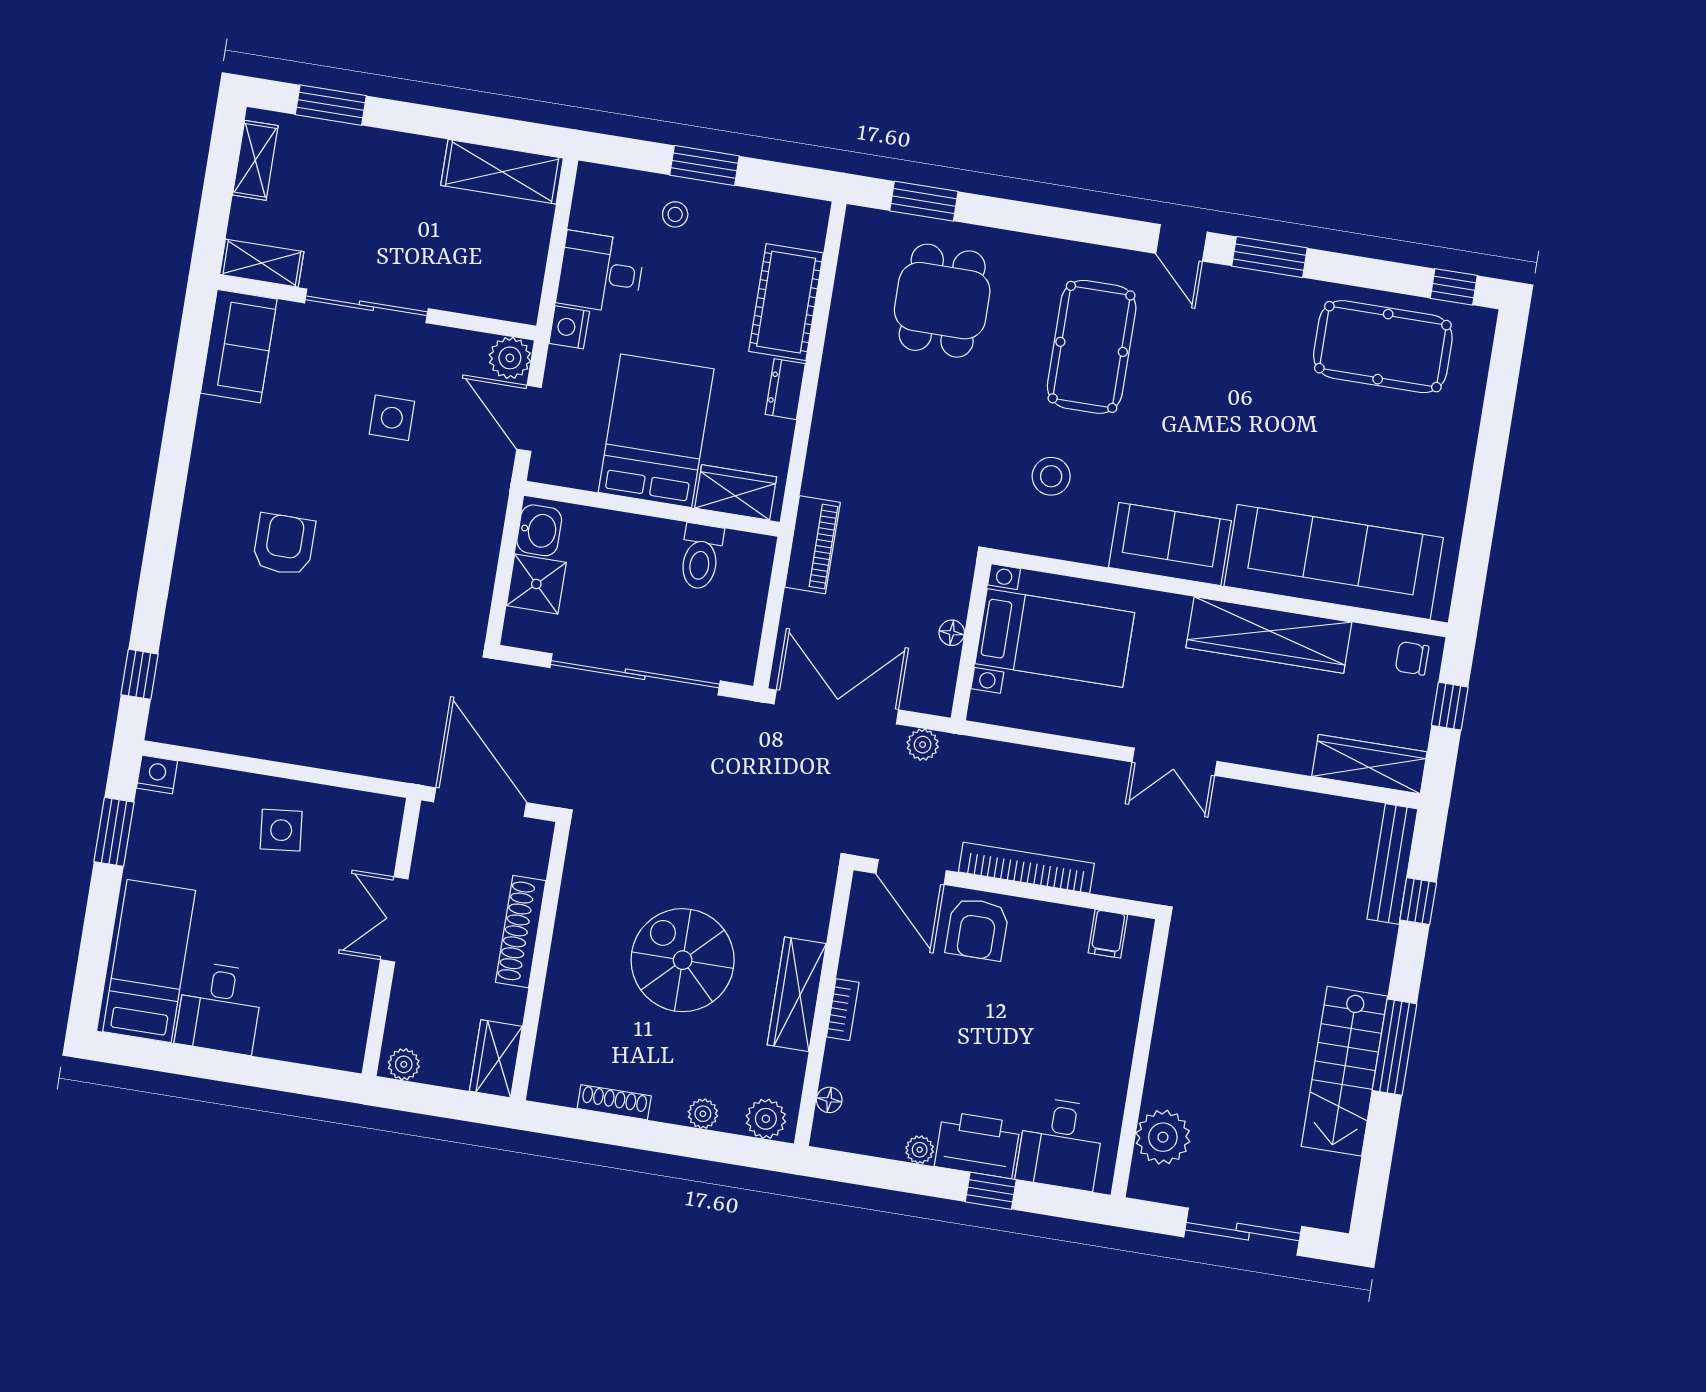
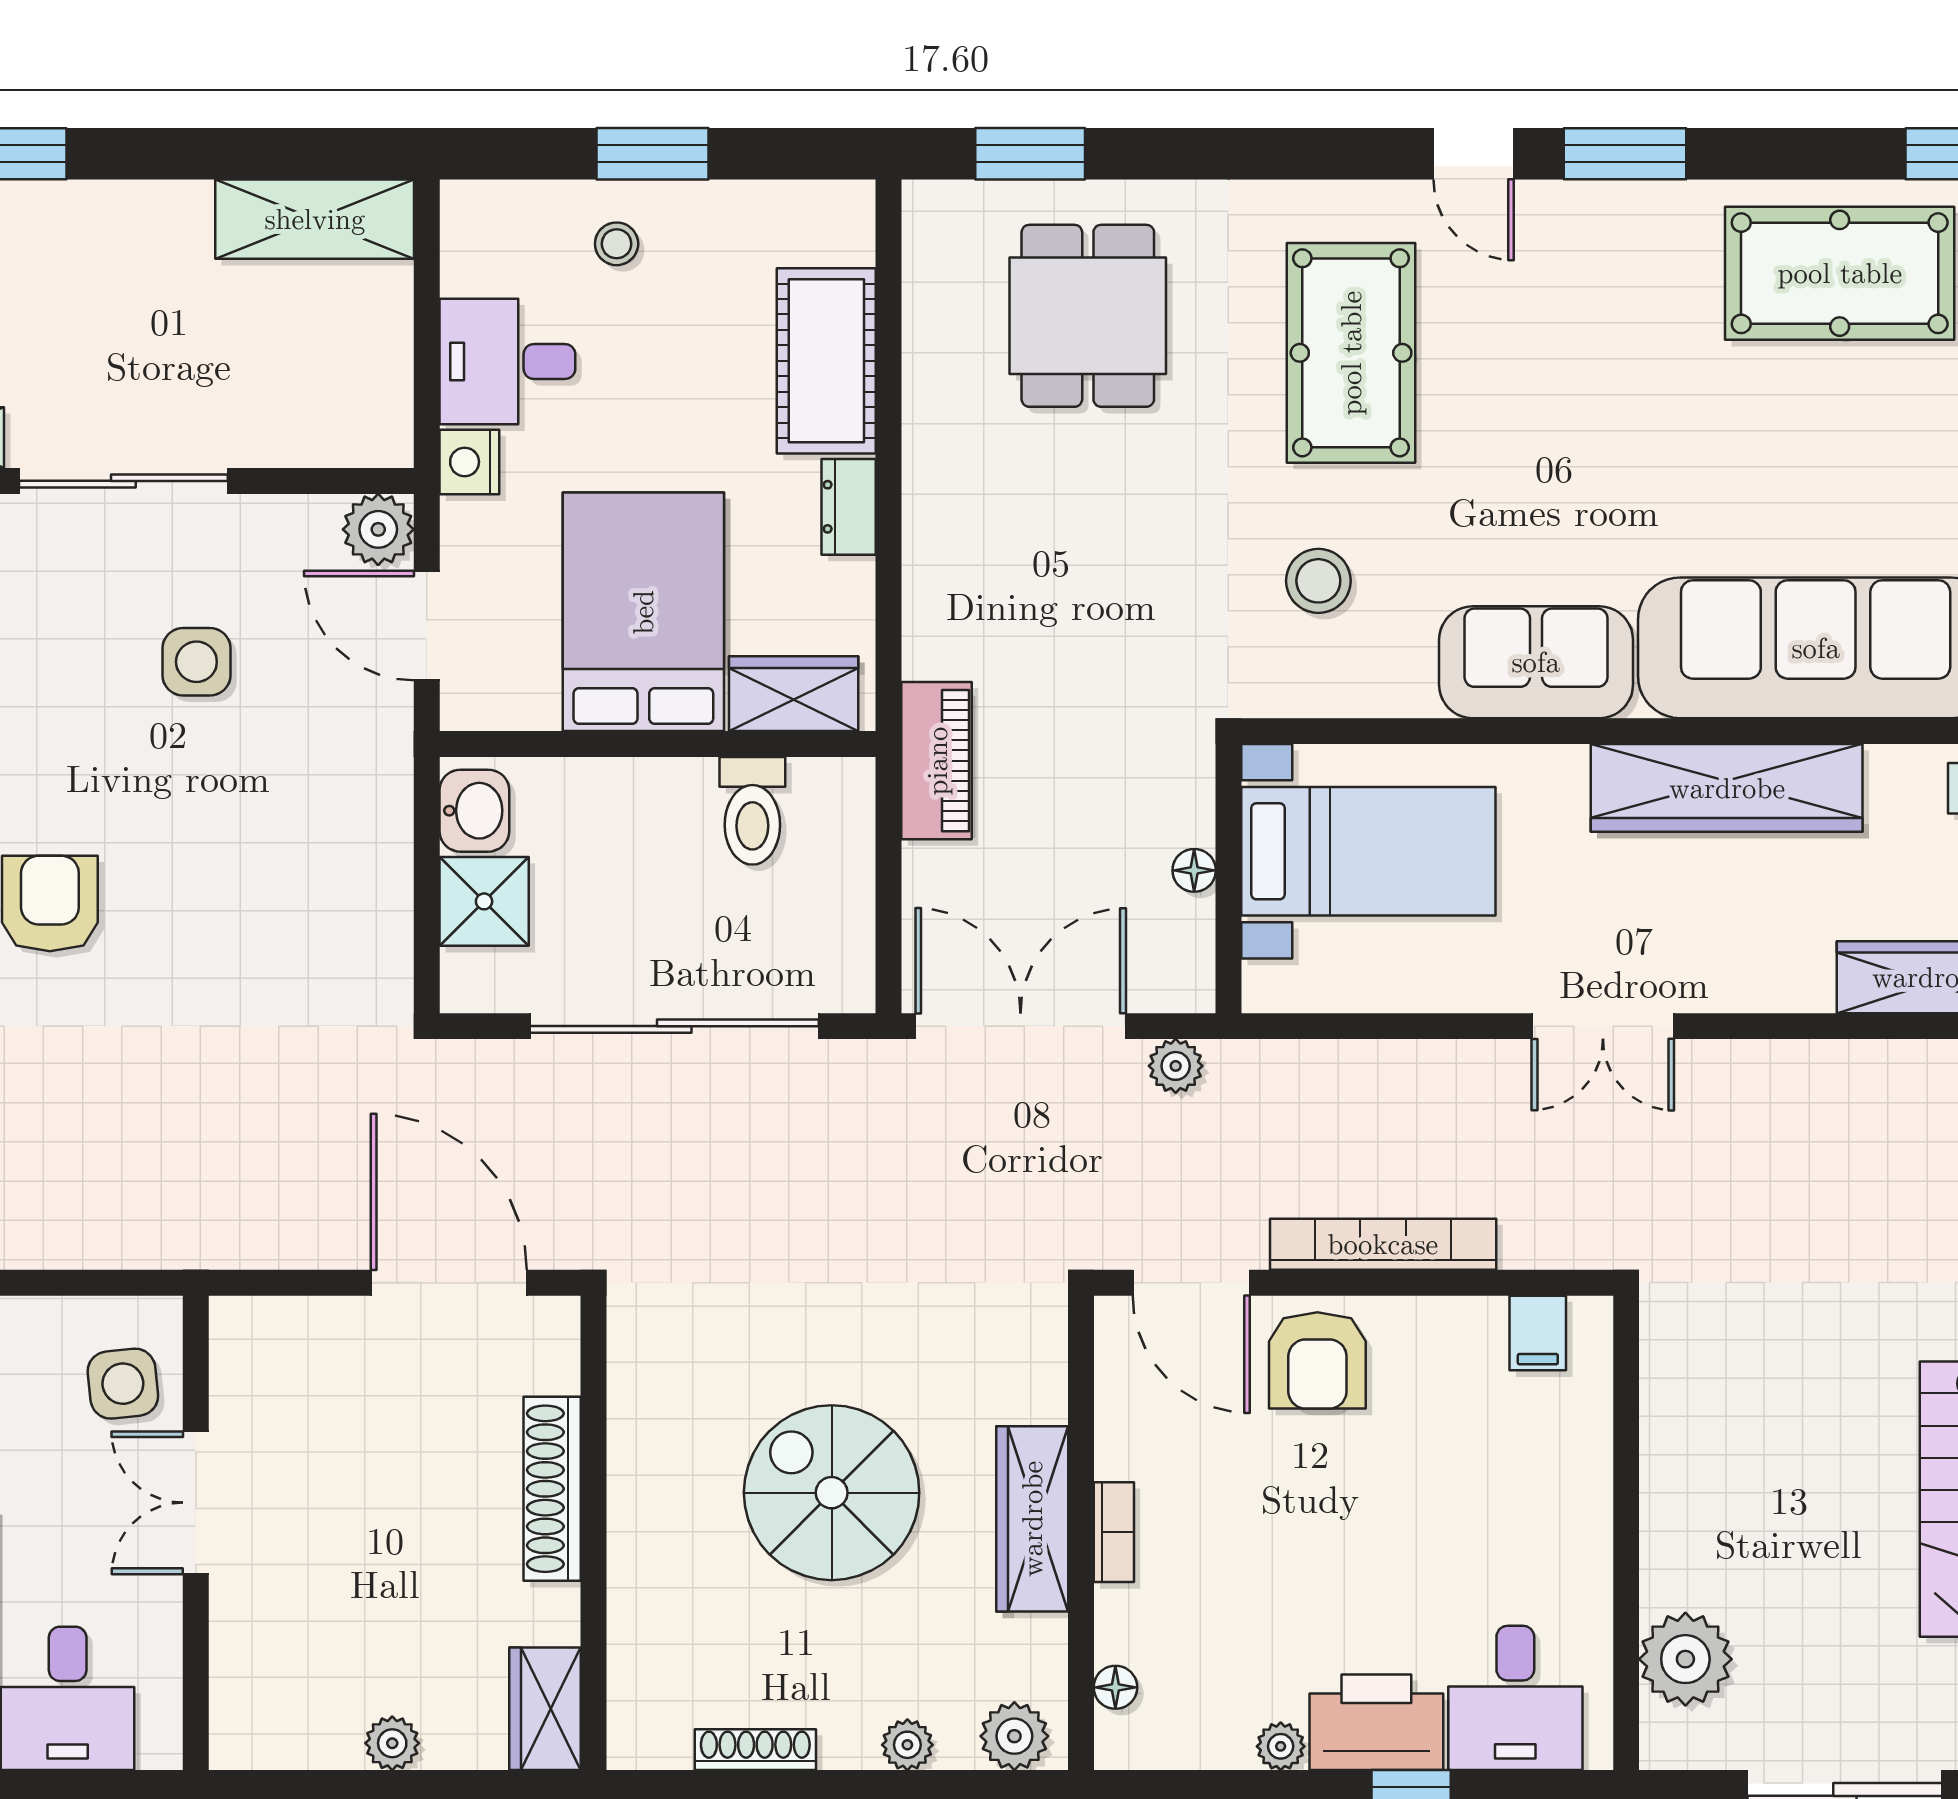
double door: (394, 919) -> (196, 1503), moved
wall: (391, 937) -> (196, 1533), moved

